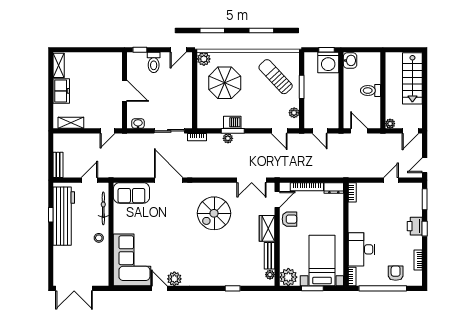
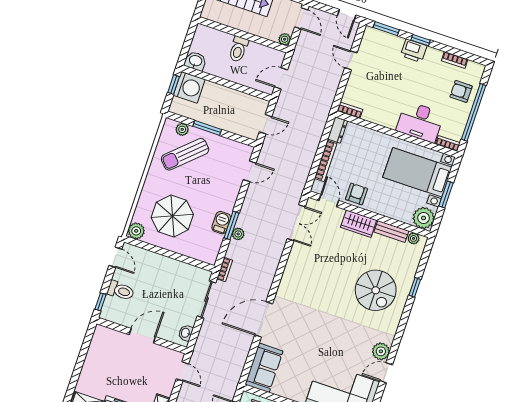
plant: (294, 113) -> (182, 129), moved
spiral stairs: (214, 213) -> (376, 290), moved

